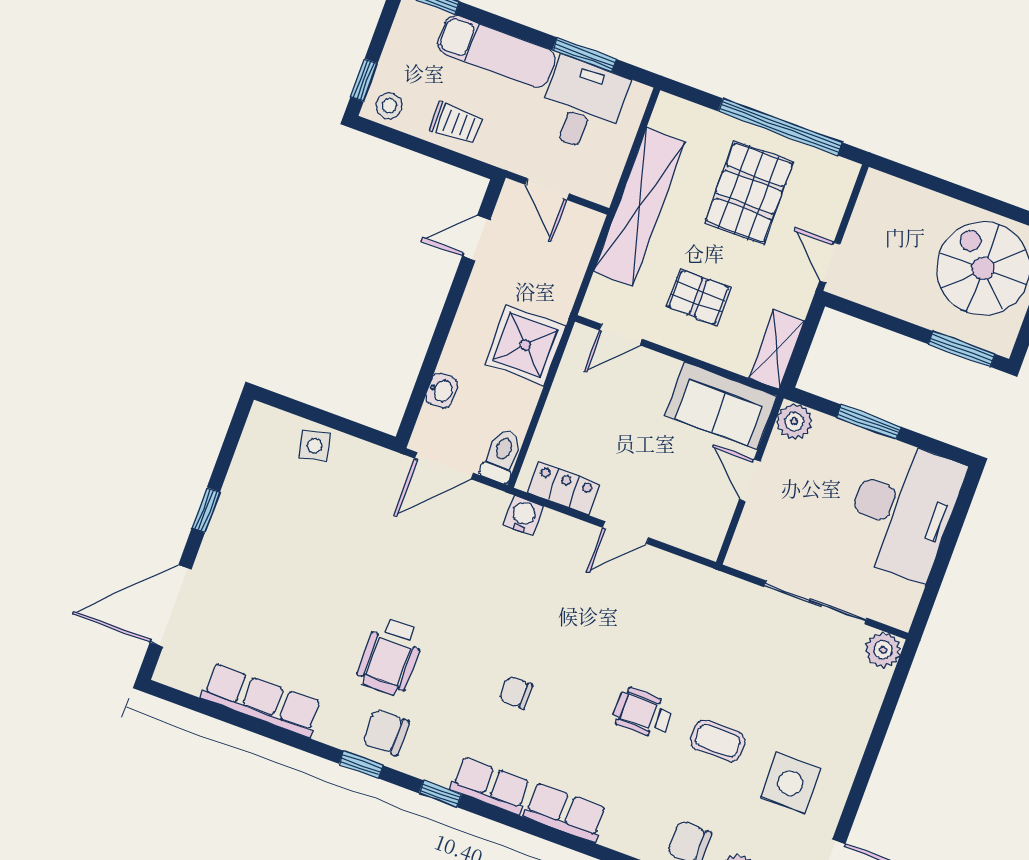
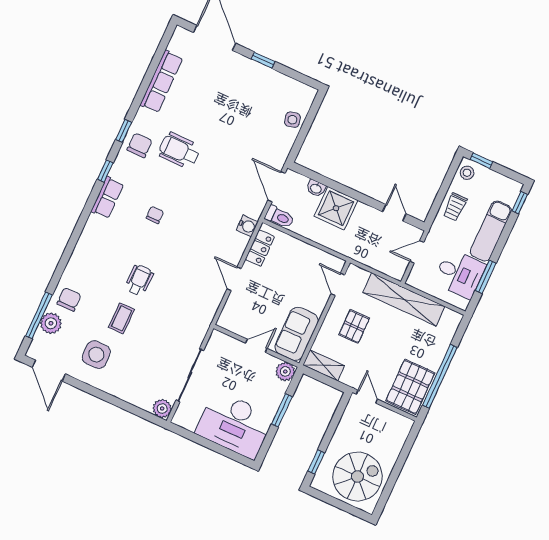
pallet: (749, 192) -> (410, 387), moved, turned 90
door: (830, 263) -> (367, 397), hinge flipped
shower: (525, 345) -> (336, 208), moved
window: (962, 349) -> (316, 462), width x0.67
row of seats: (565, 812) -> (90, 236), removed

